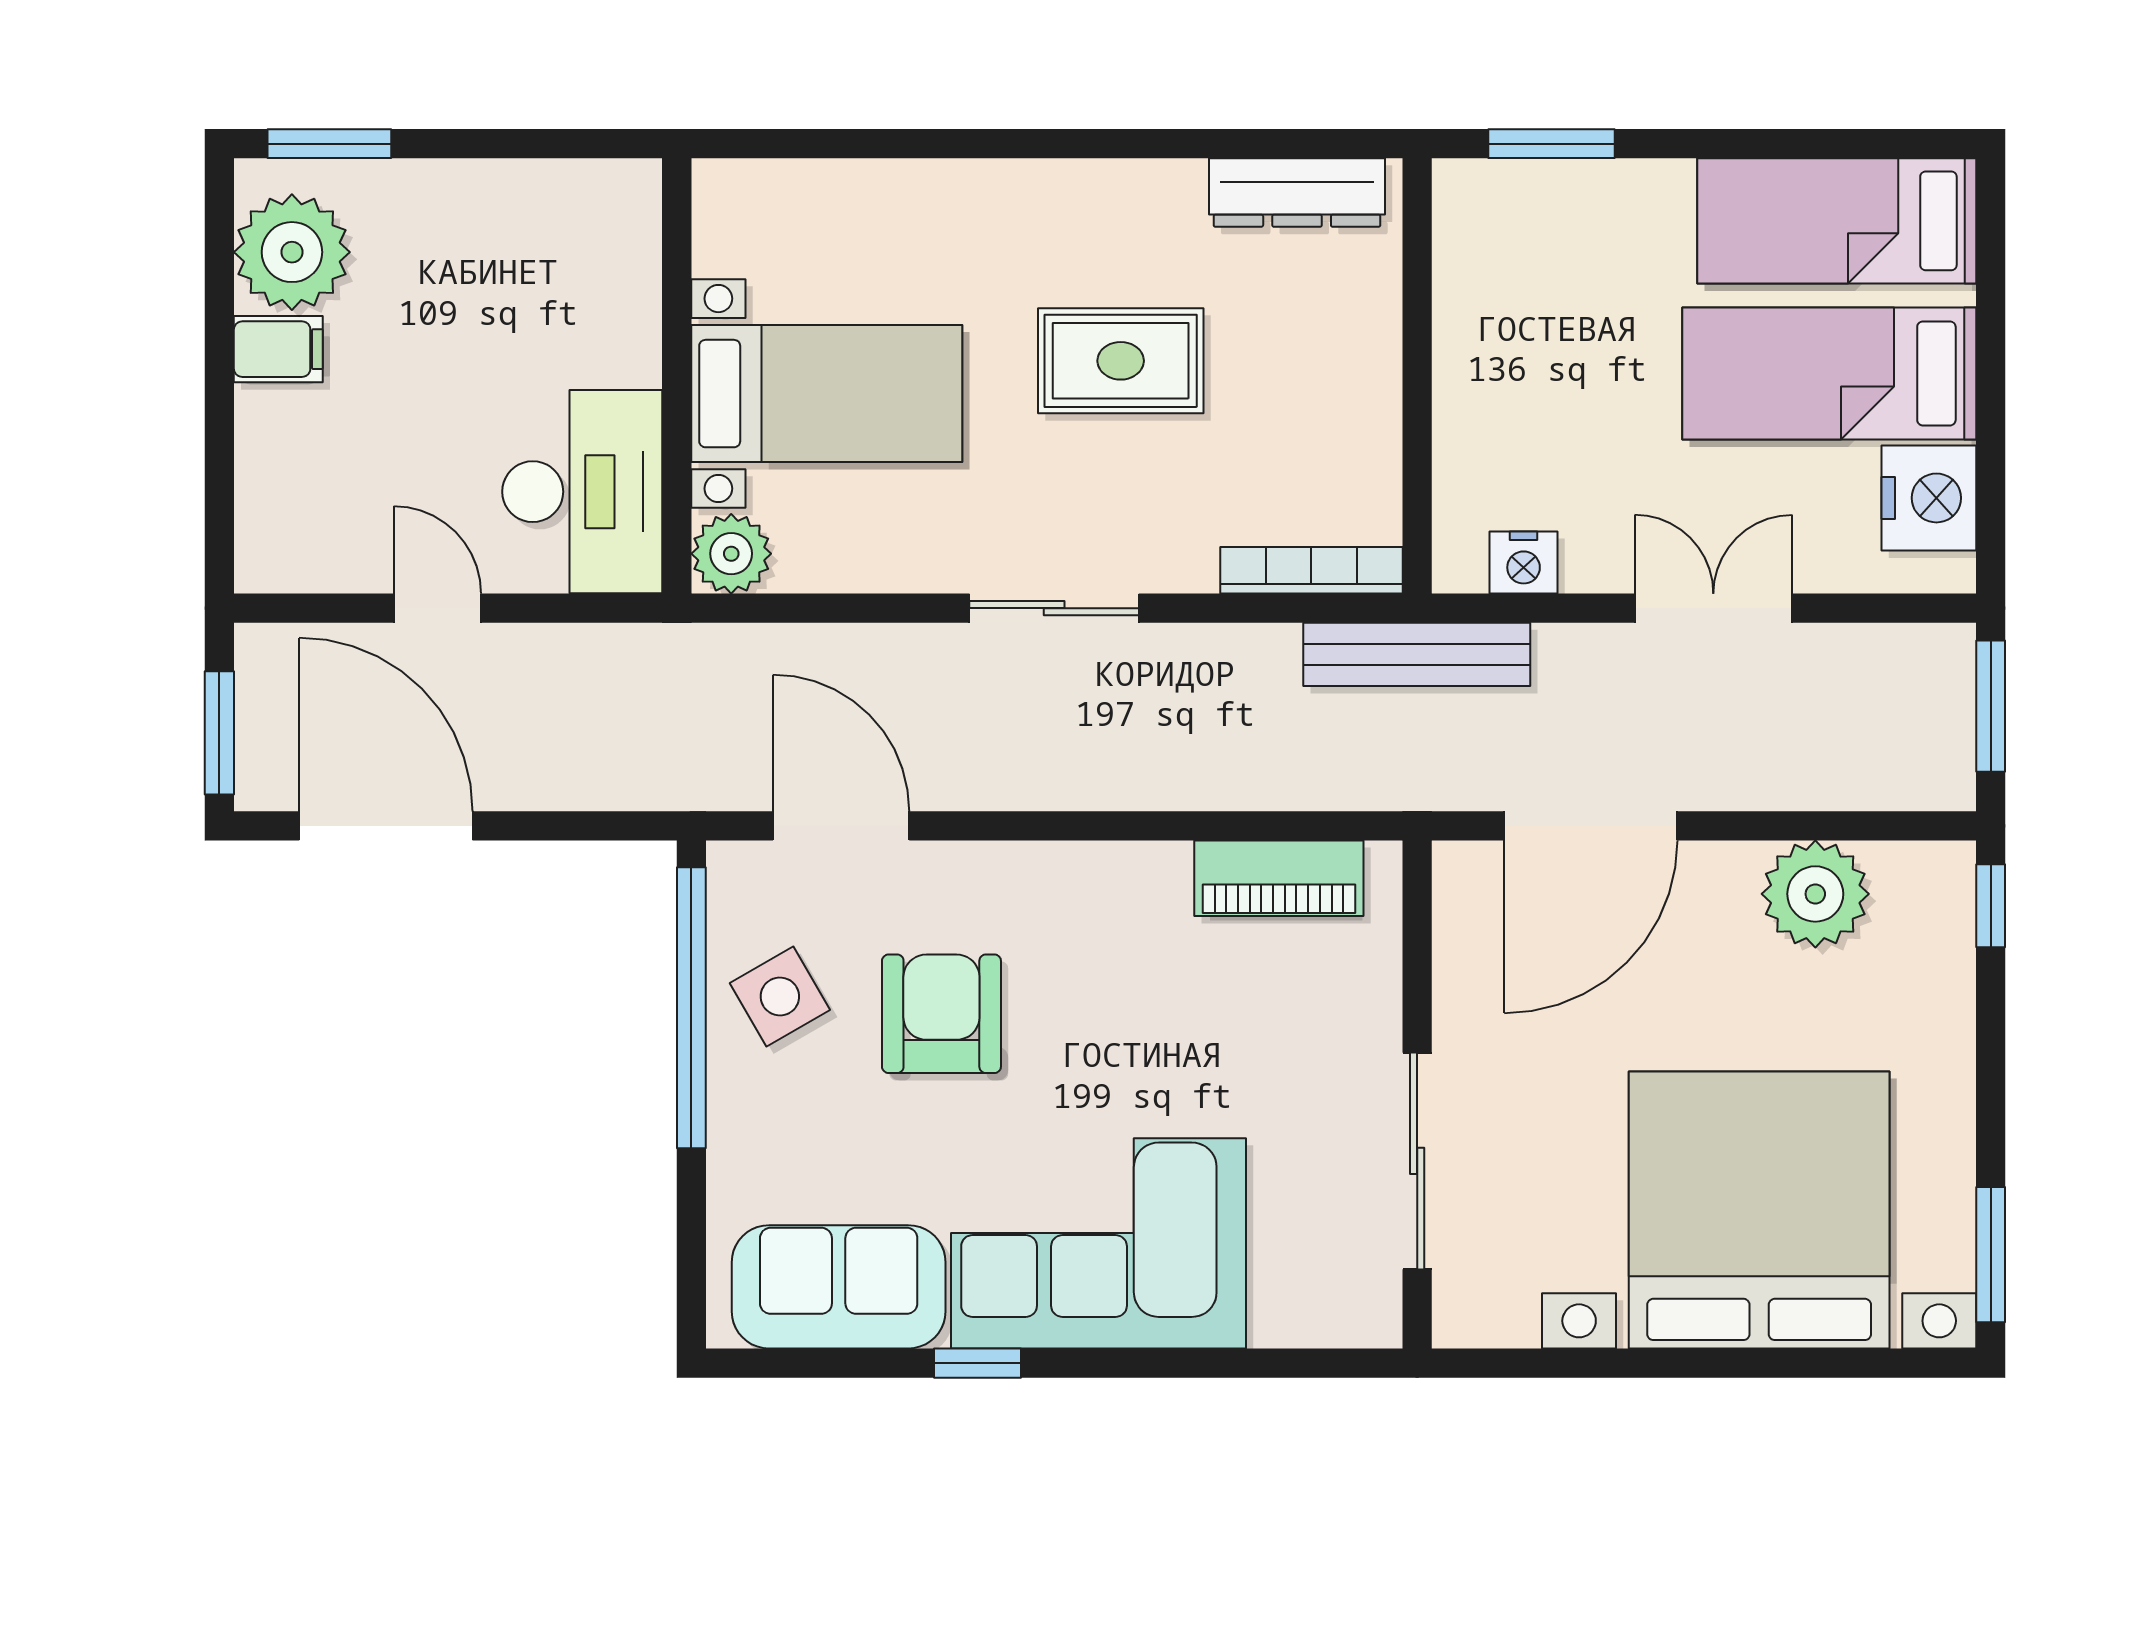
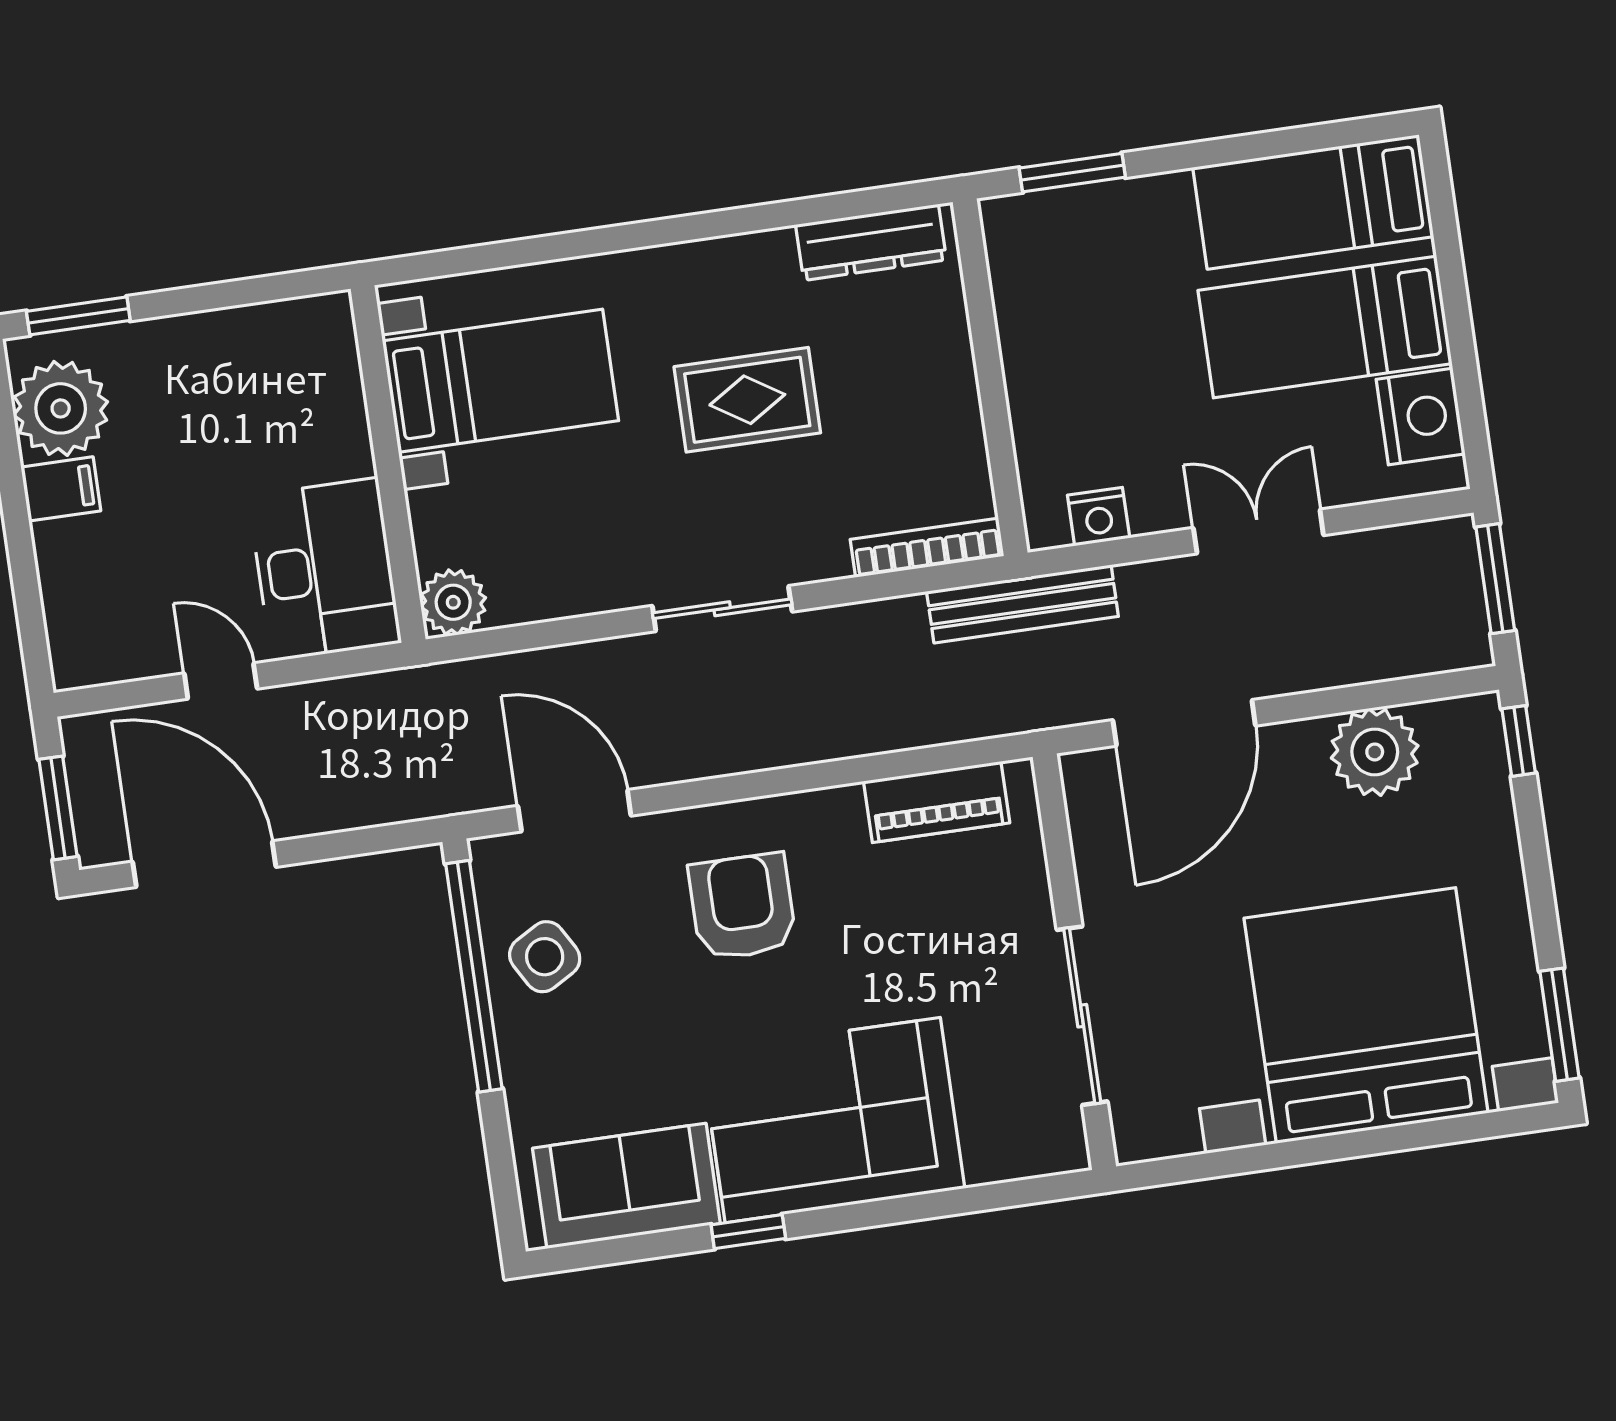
bed with nightstands: (827, 394) -> (501, 381), moved
armchair: (941, 1014) -> (742, 907), moved

